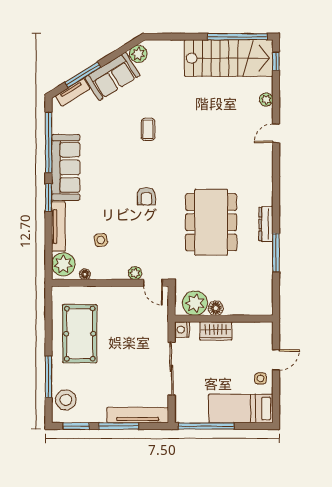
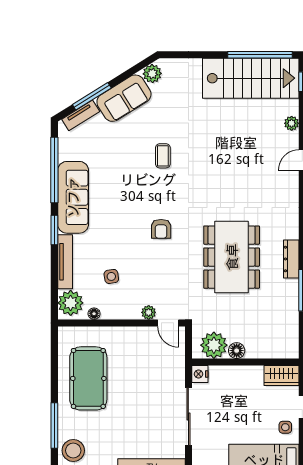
wardrobe: (216, 331) -> (281, 375), moved

